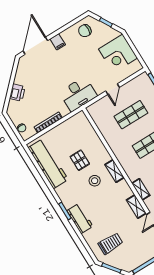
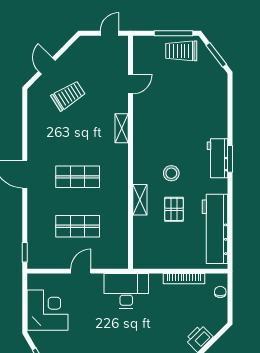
shelving: (115, 171) -> (140, 200), moved
shelving: (136, 207) -> (140, 111), removed
workbench: (80, 218) -> (218, 158), moved
trolley: (111, 244) -> (181, 51), moved

